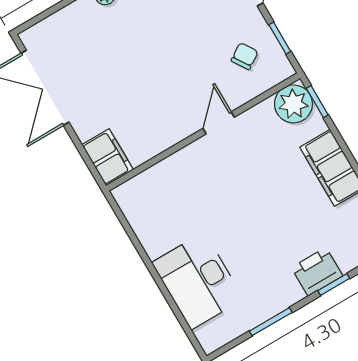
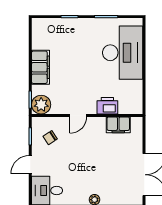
filing cabinet: (108, 157) -> (118, 125), moved, turned -90
printer: (317, 272) -> (107, 106), moved, turned 180
desk: (198, 281) -> (123, 53), width x1.36, depth x1.30

